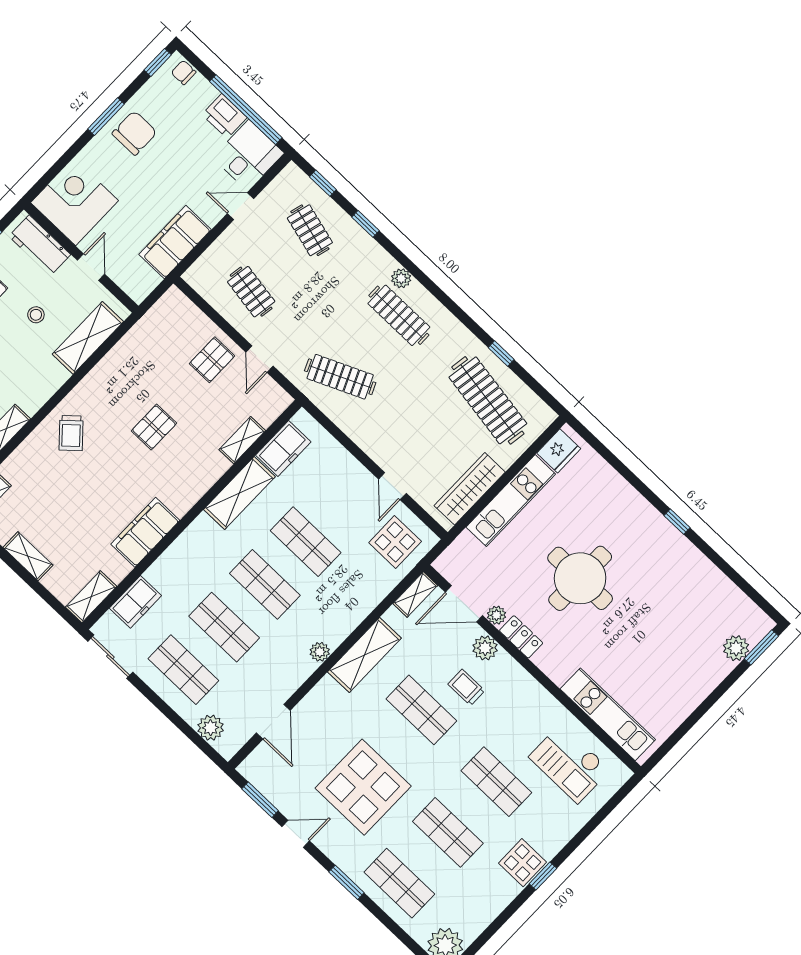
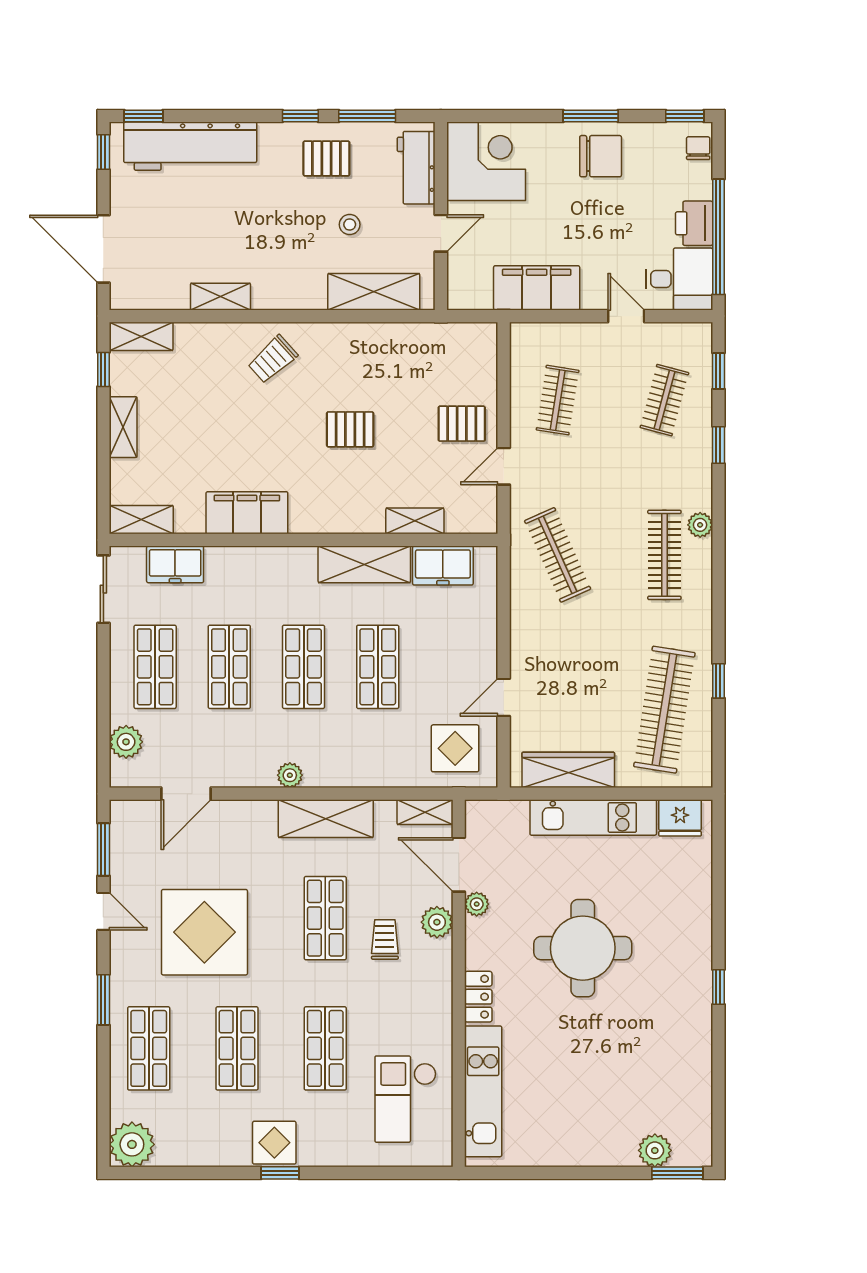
locker: (521, 637) -> (478, 997), moved

